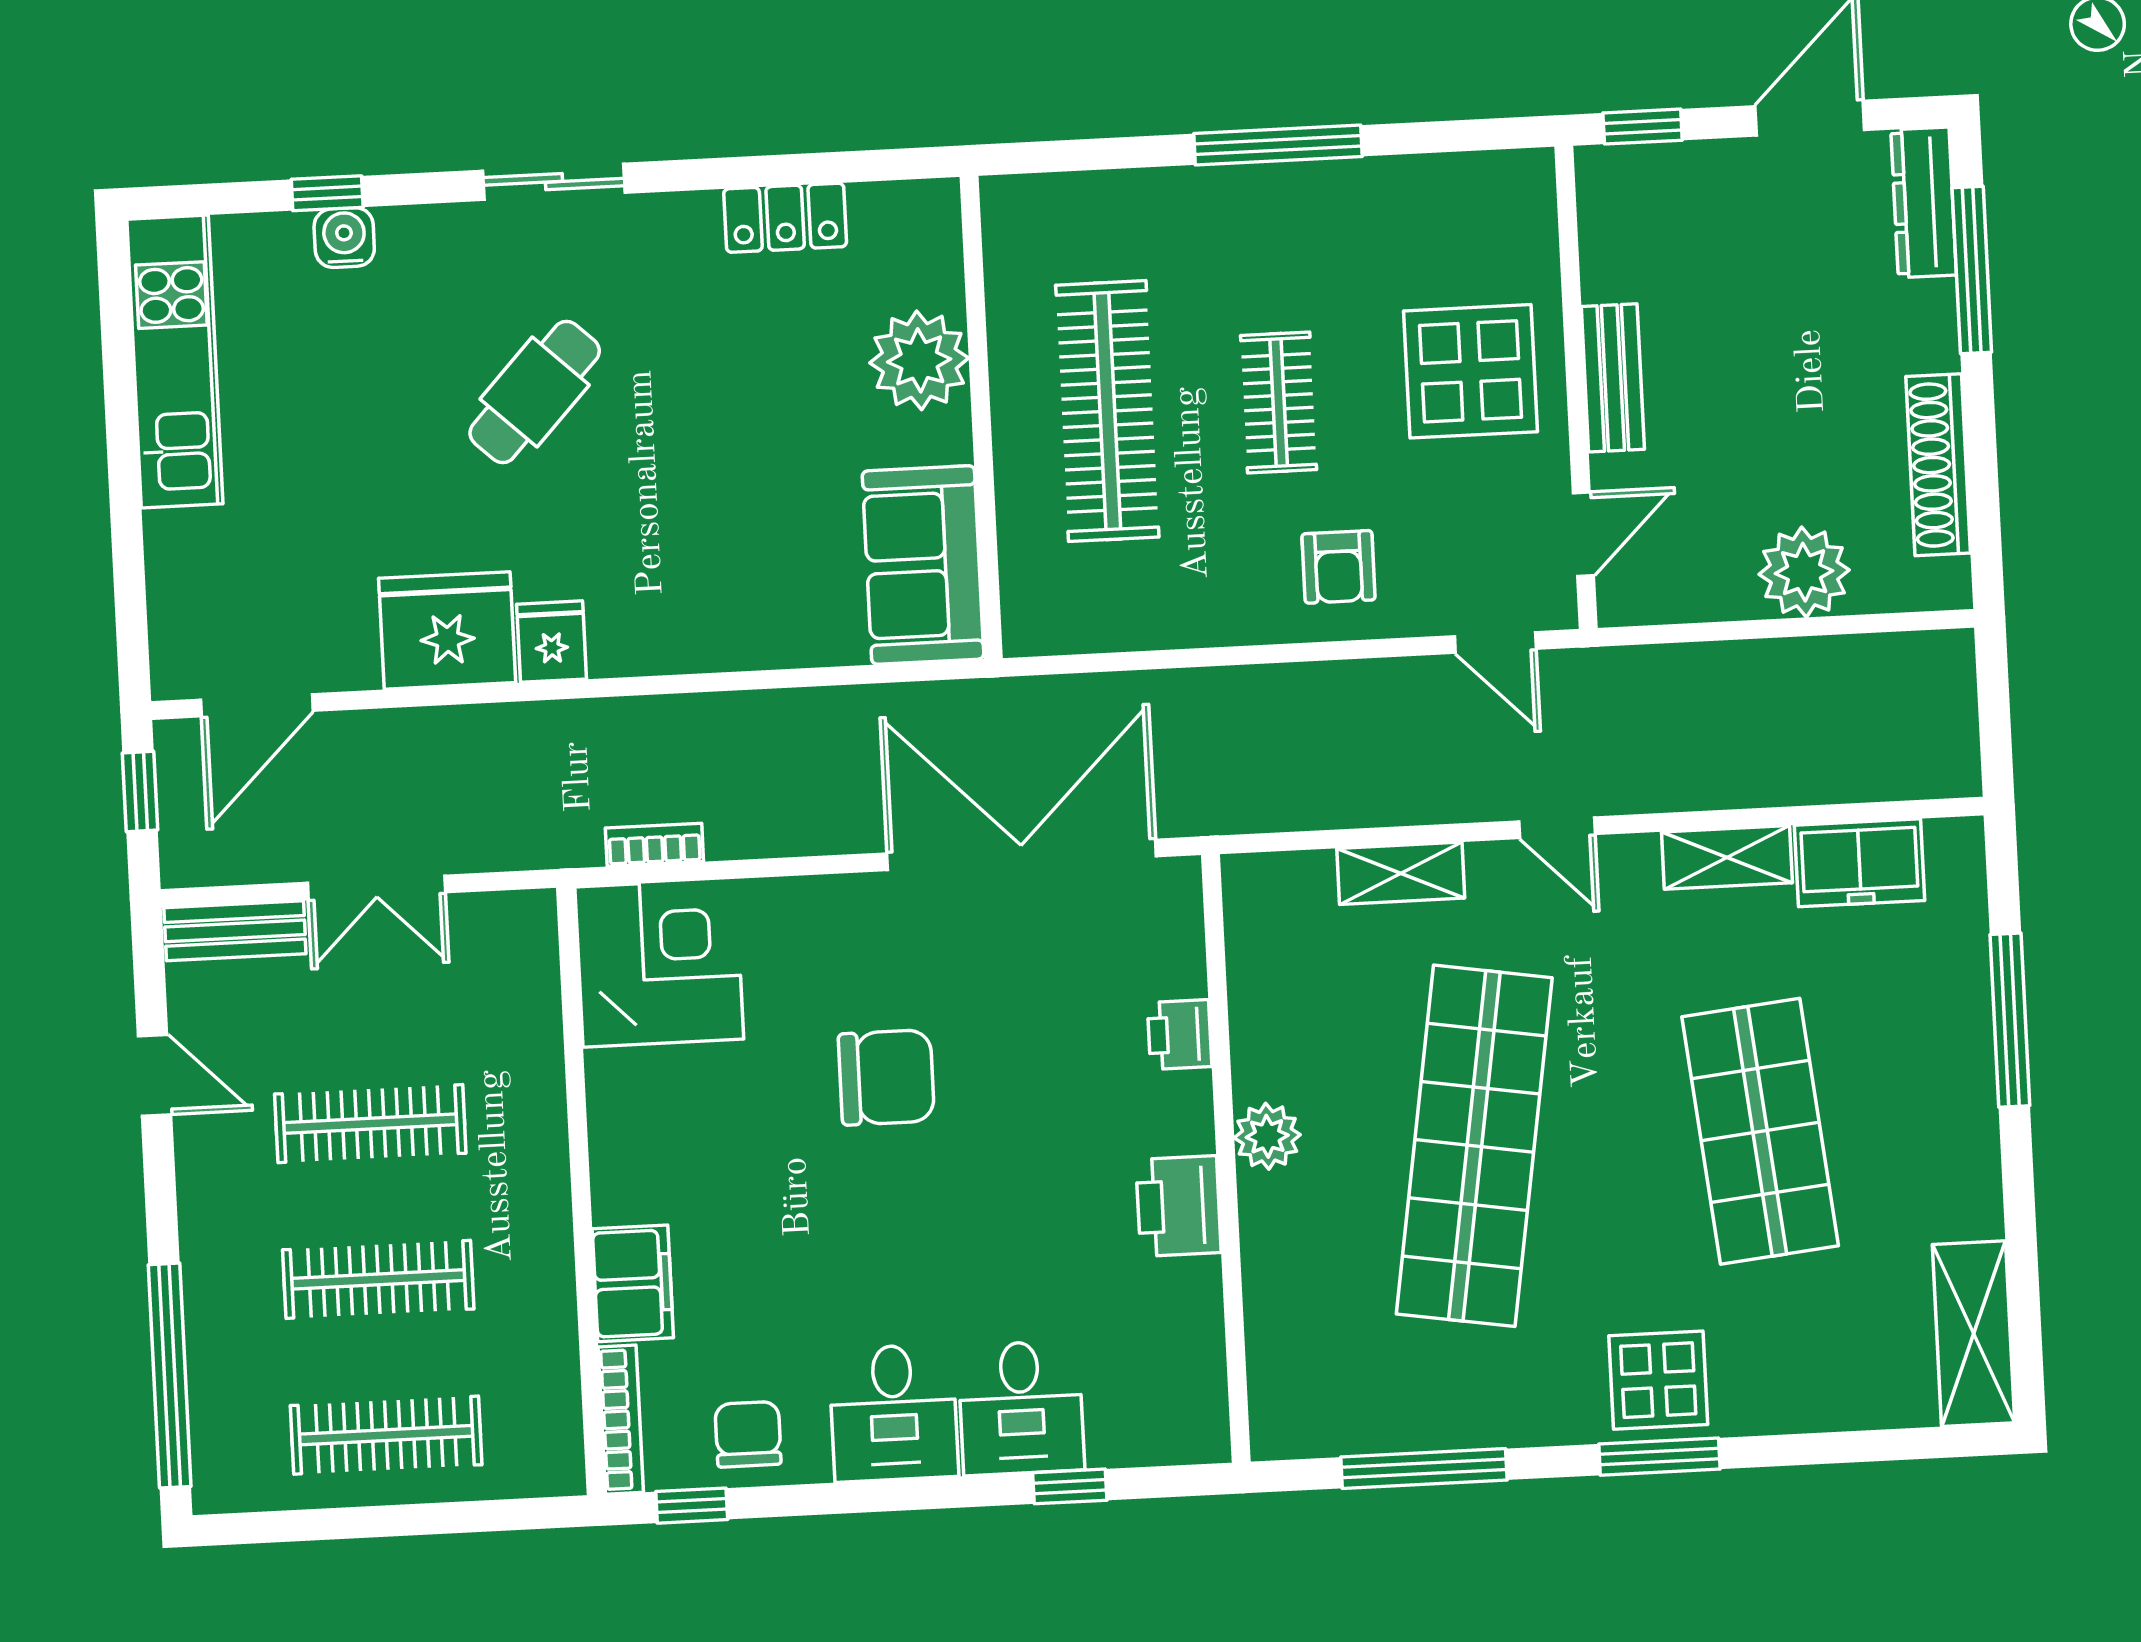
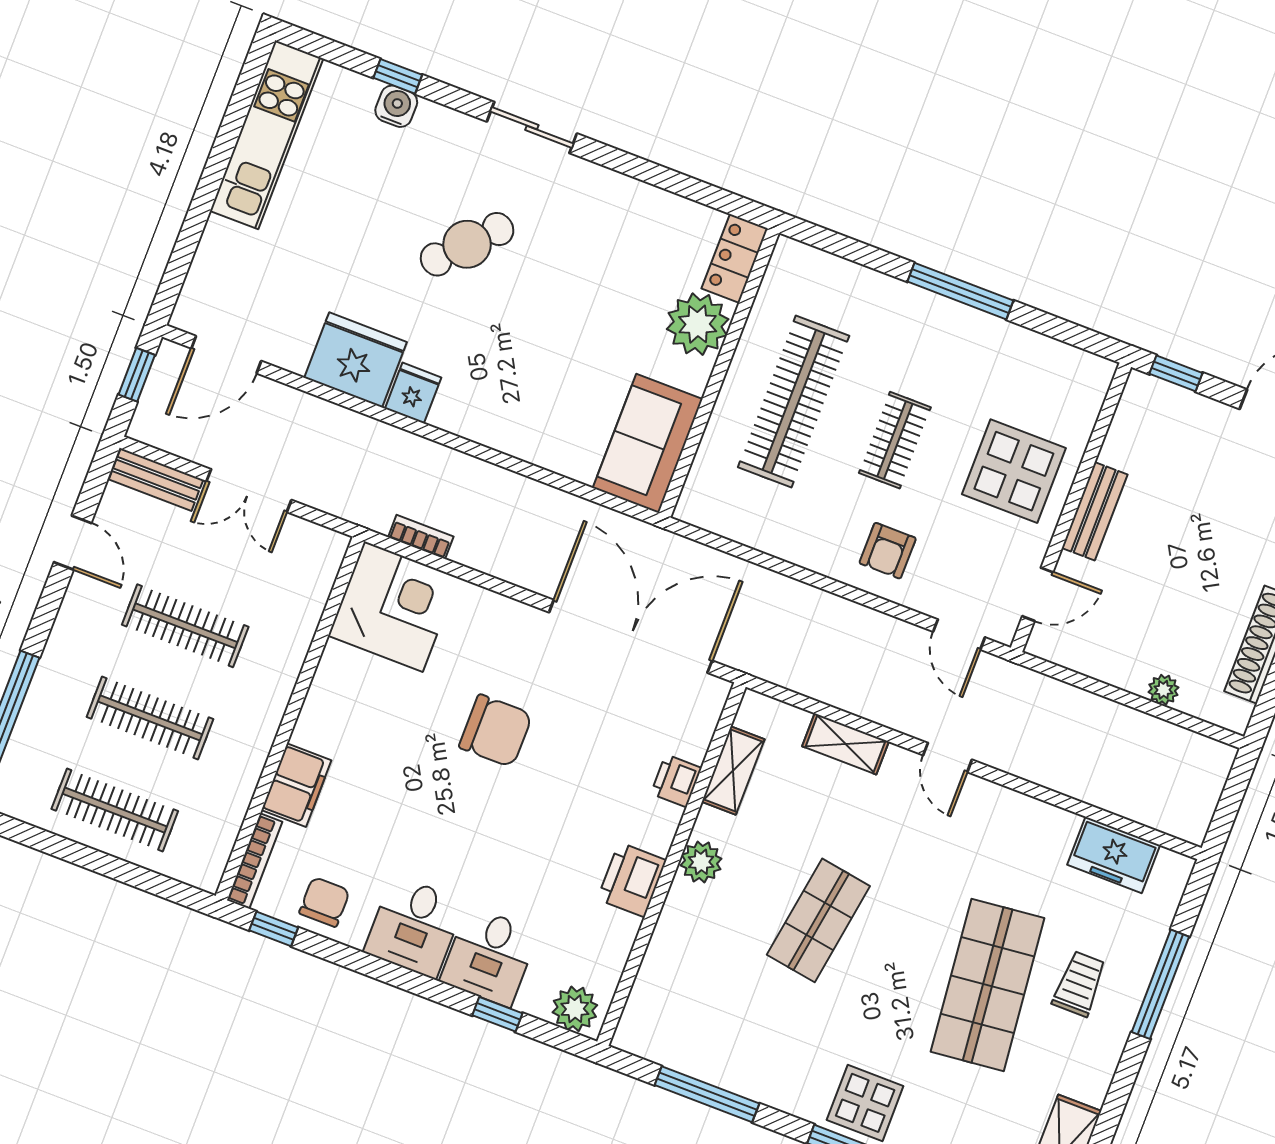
locker: (785, 218) -> (735, 258), moved, turned 90
plant: (1804, 572) -> (1163, 690), width x0.53, depth x0.53
shelving: (1727, 857) -> (733, 771), moved, turned 90
trolley: (1892, 1071) -> (1079, 984), added
shop shelf: (1474, 1146) -> (818, 920), width x0.50, depth x0.74
plant: (1178, 1429) -> (575, 1009), added

